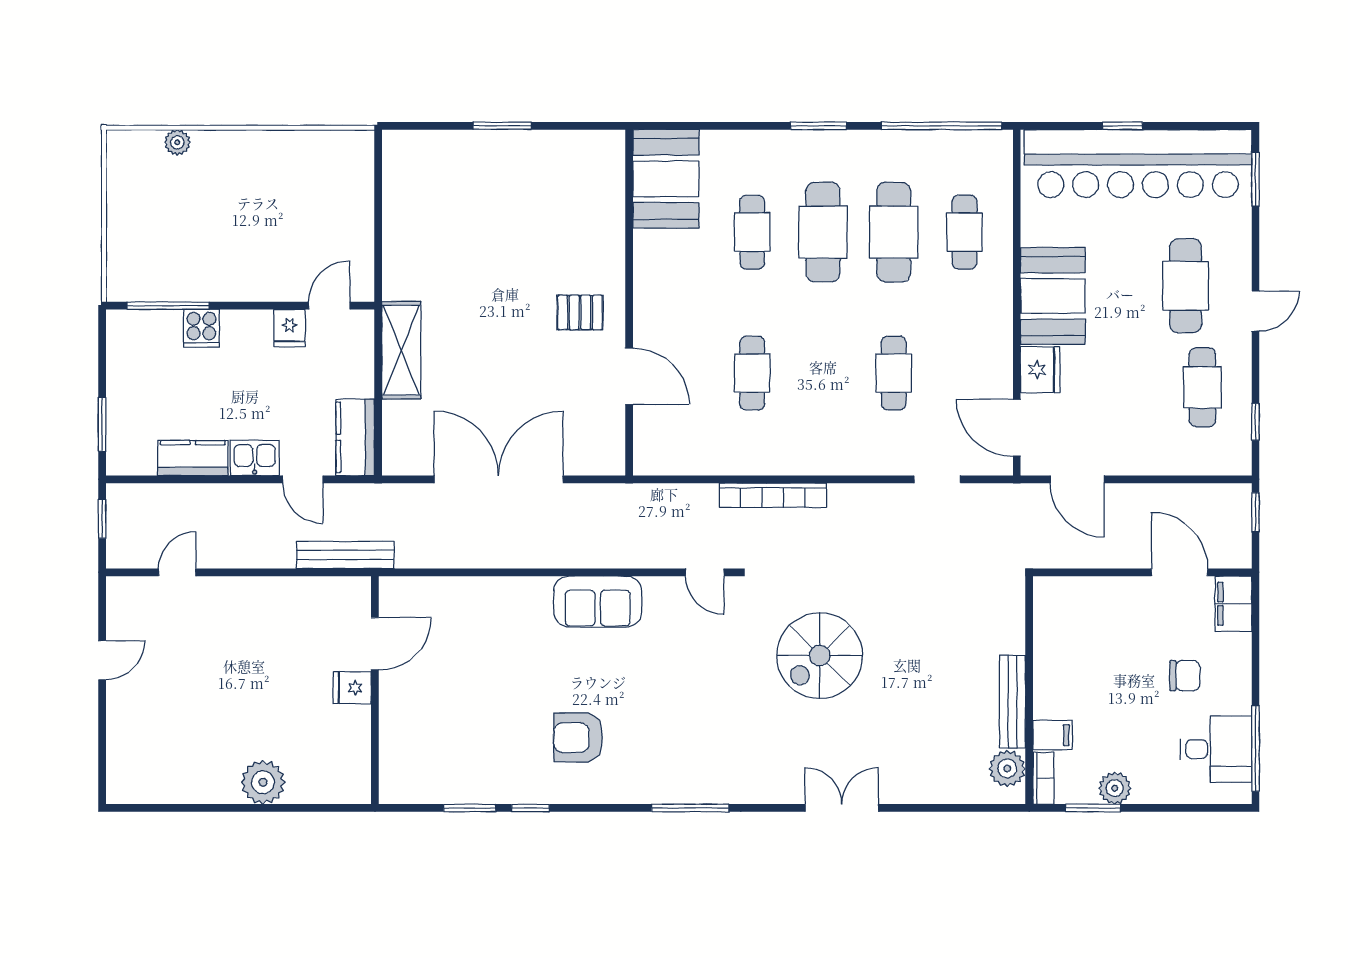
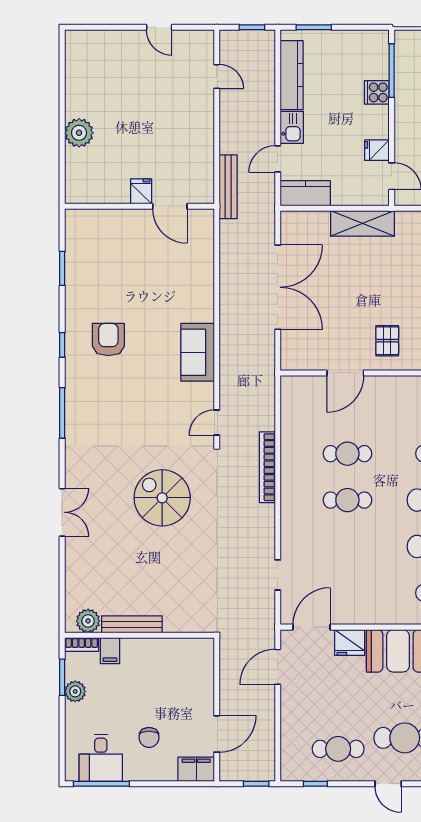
cafe table: (894, 373) -> (347, 500), moved
kitchen counter: (193, 458) -> (292, 75), width x1.50
window: (530, 808) -> (62, 345), moved

